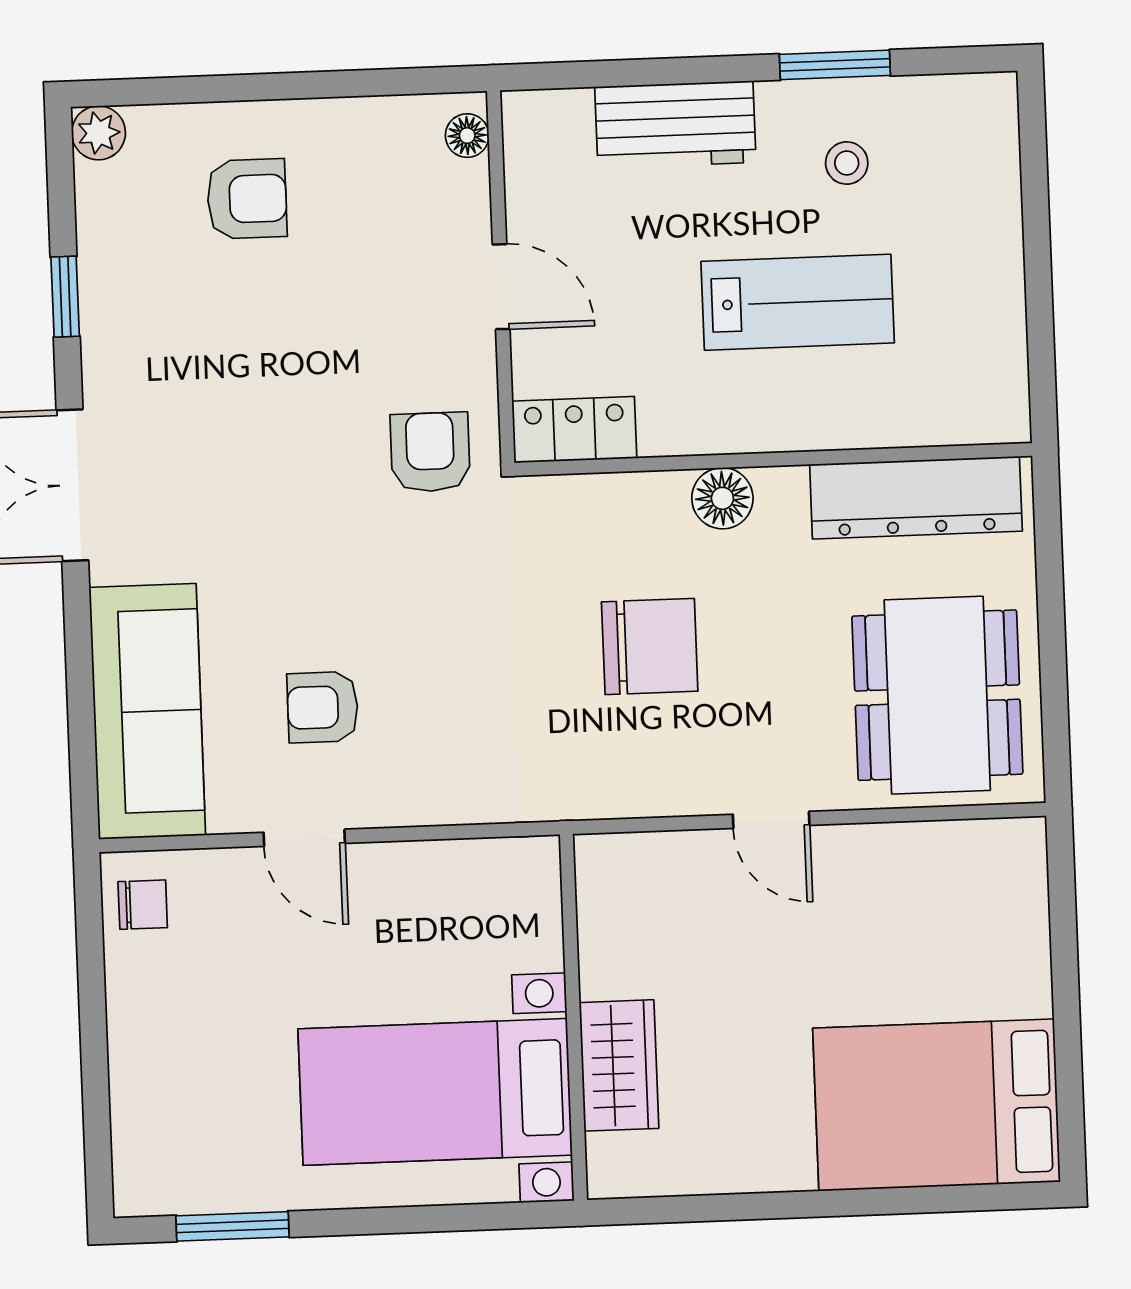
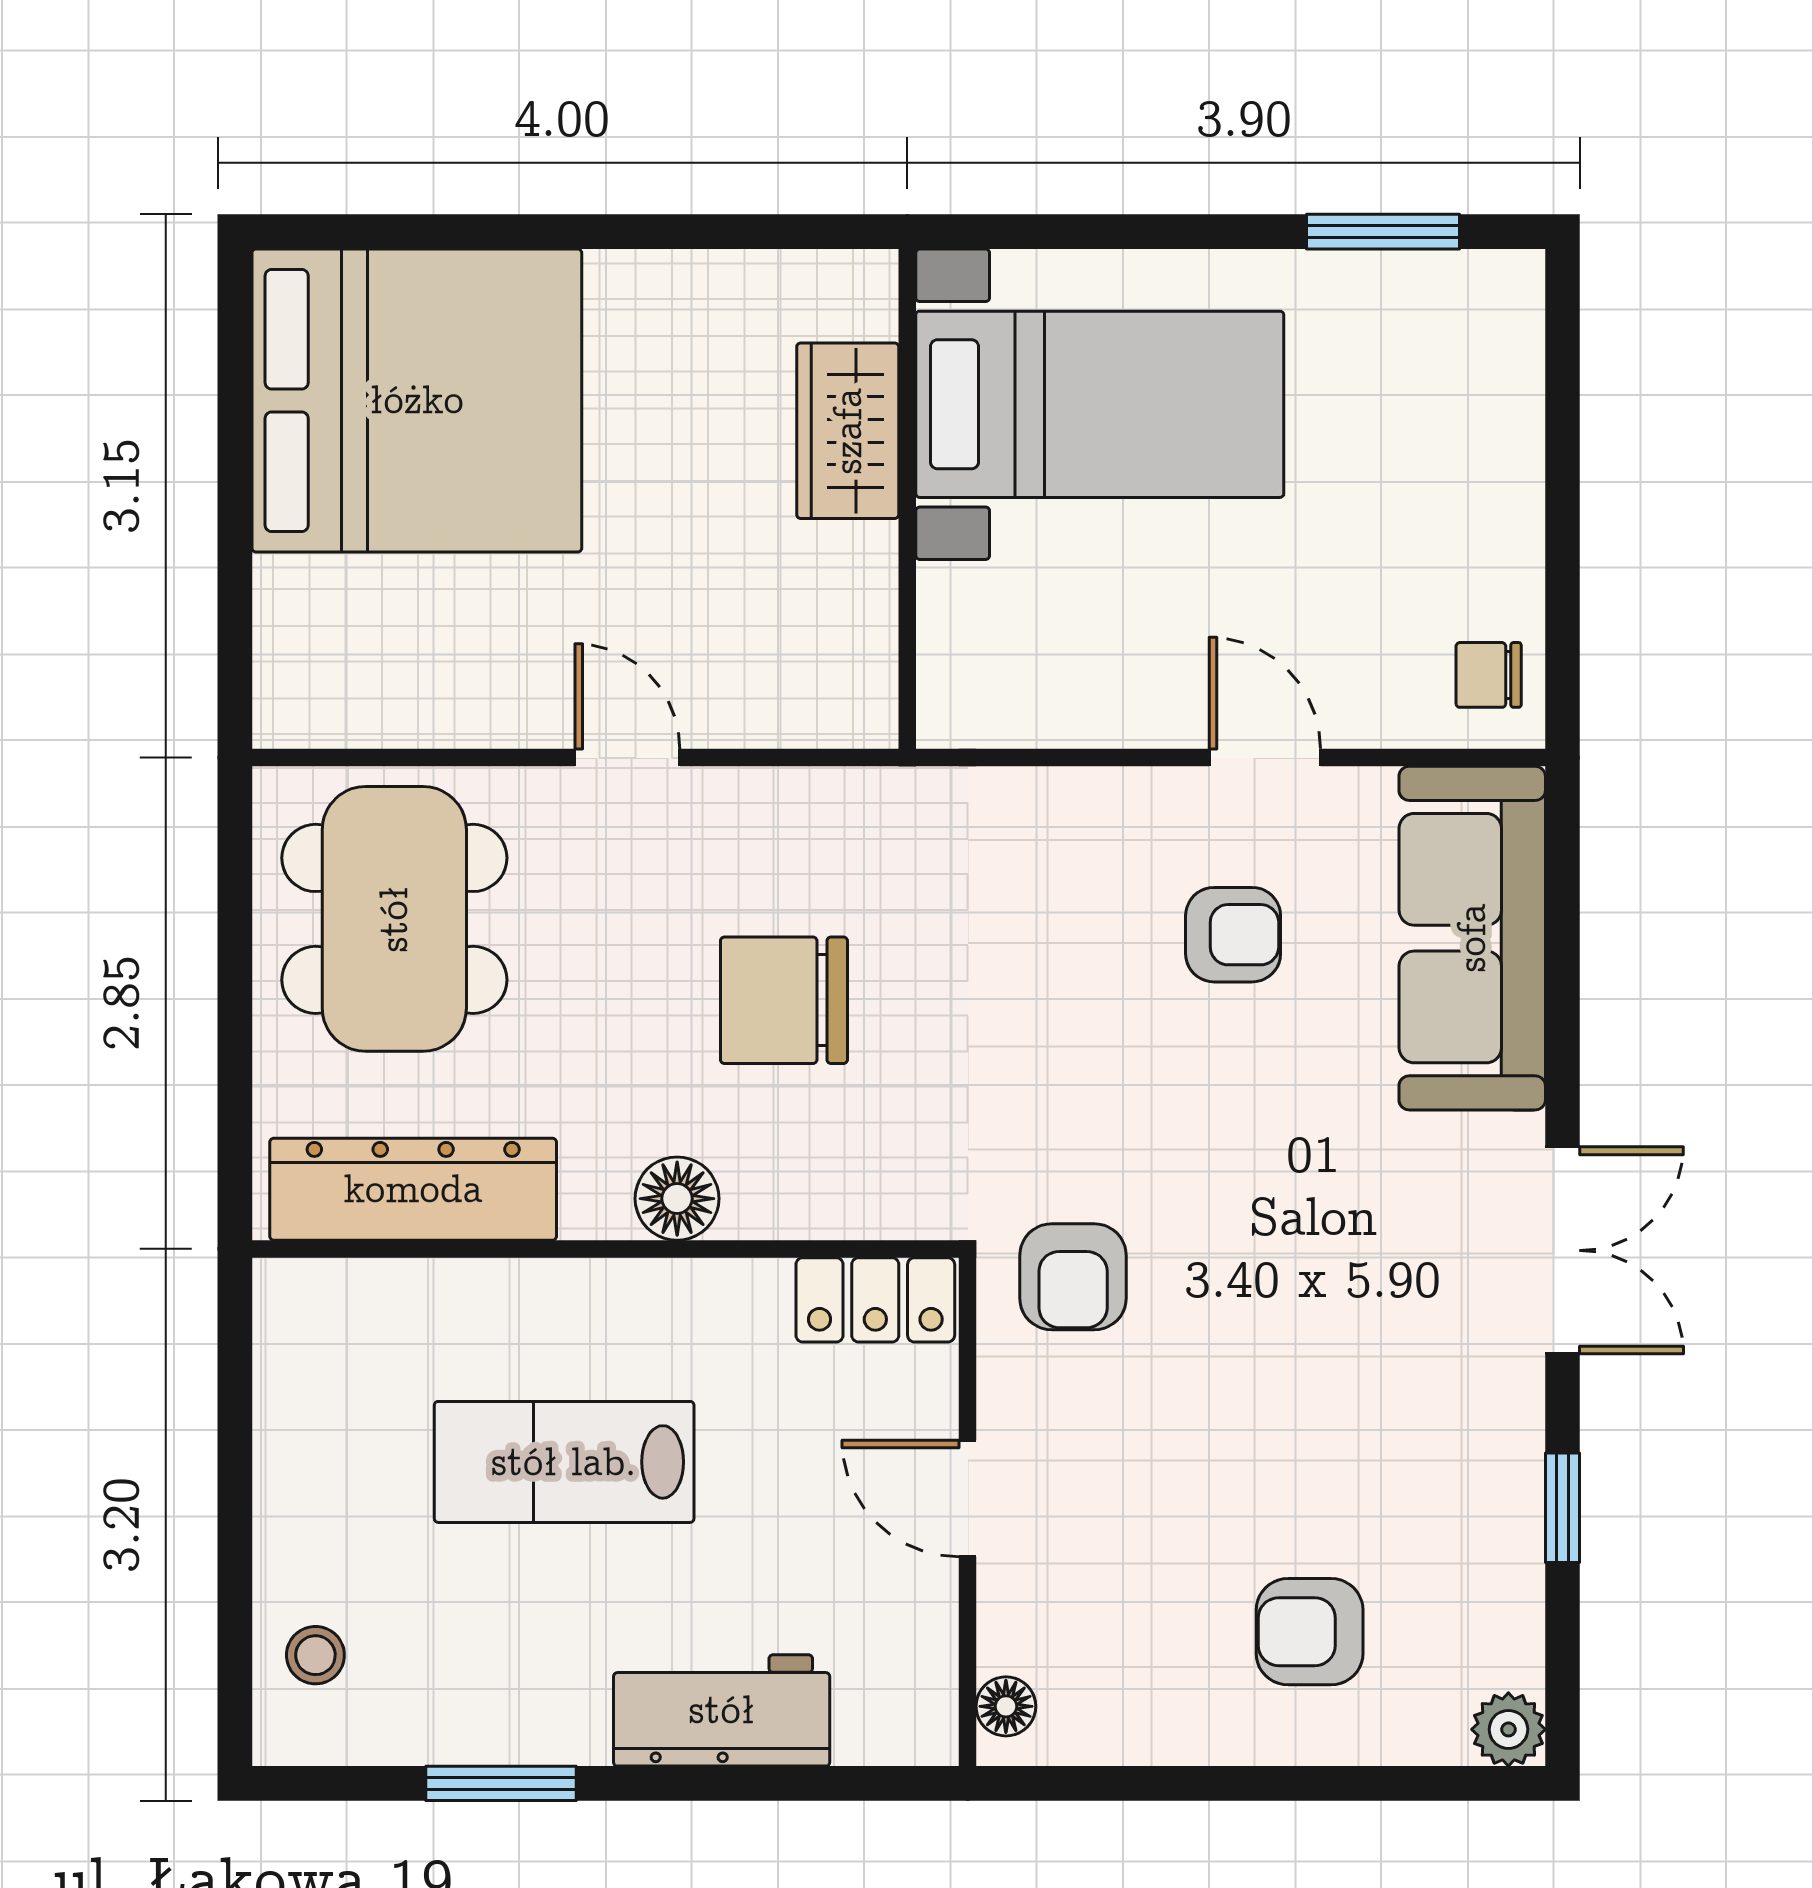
stool: (847, 163) -> (315, 1655), moved
bed: (937, 1105) -> (417, 400), width x1.36

